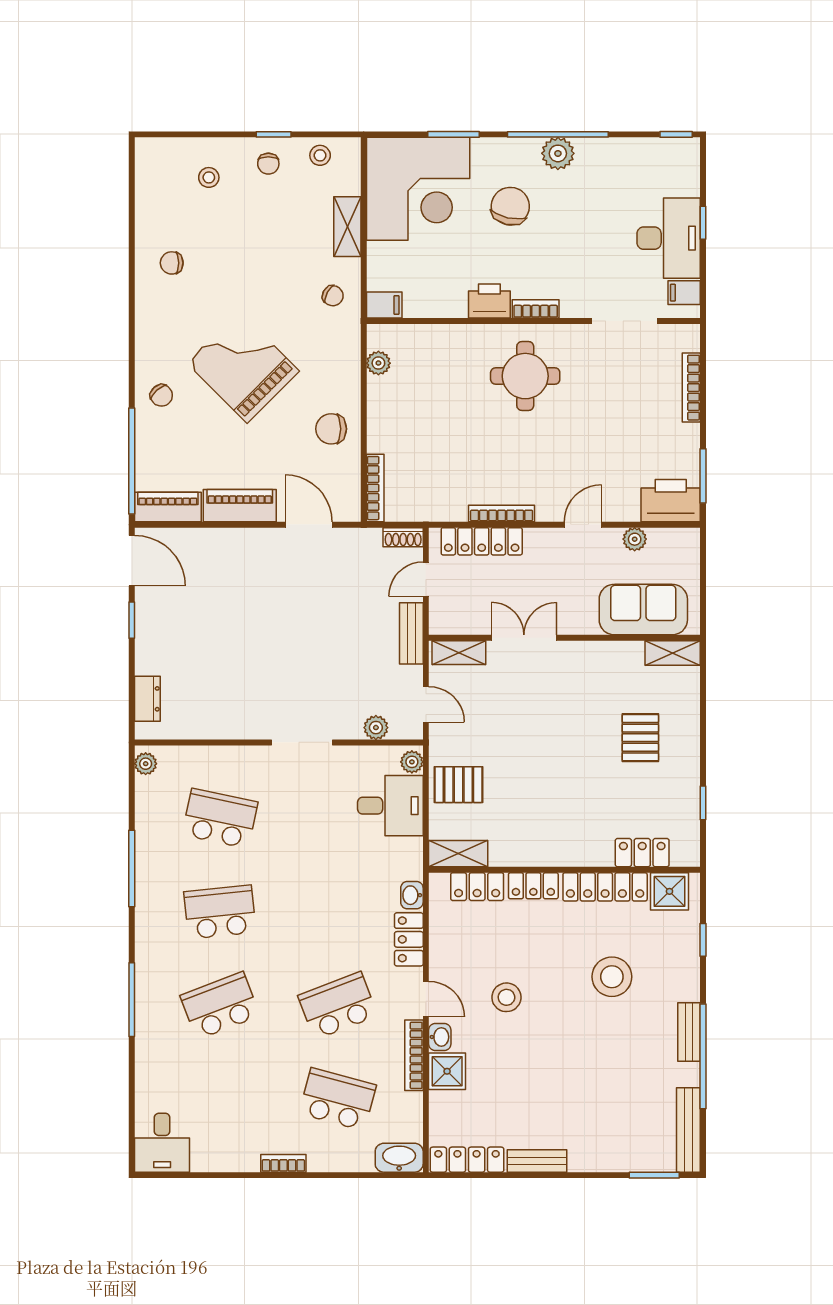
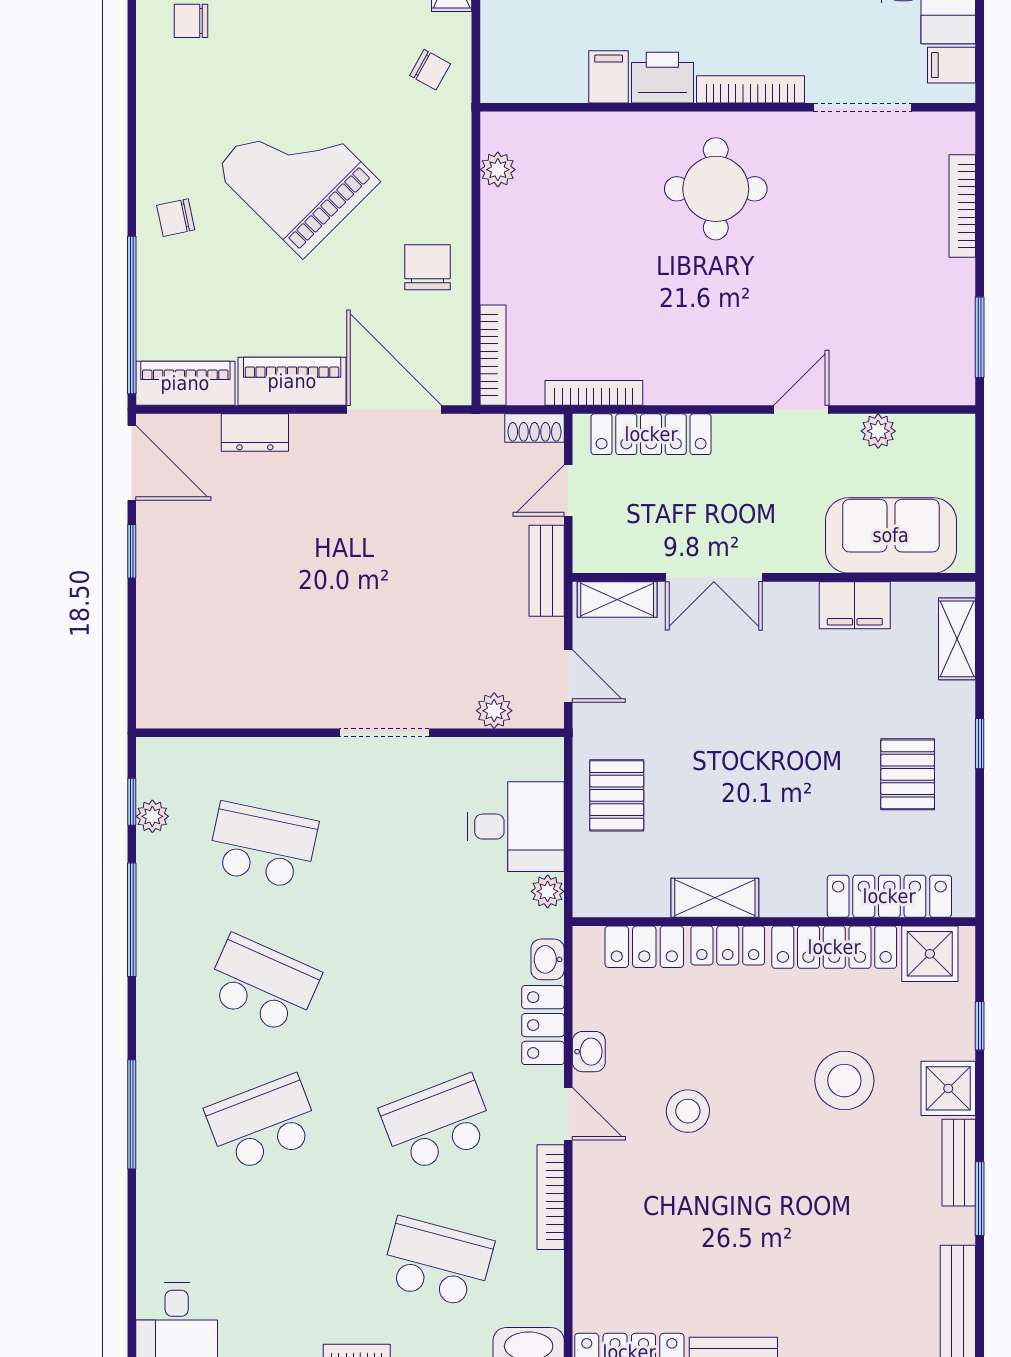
filing cabinet: (384, 305) -> (609, 77), moved, turned -90
bookcase: (536, 309) -> (750, 89), width x1.56
chair: (161, 395) -> (176, 218), turned 120
chair: (331, 429) -> (428, 267), turned 90
printer: (671, 501) -> (932, 374), removed
bookcase: (502, 513) -> (594, 393), moved
door: (309, 525) -> (394, 410), width x1.36
double door: (524, 638) -> (714, 577), swing flipped
shelving: (673, 653) -> (957, 639), moved, turned 90
filing cabinet: (619, 657) -> (855, 605), added
dresser: (147, 699) -> (255, 433), moved, turned 90
pallet: (640, 738) -> (908, 774), moved
plant: (412, 762) -> (548, 891), moved
plant: (146, 764) -> (152, 816), moved
pallet: (458, 785) -> (617, 795), turned 90
window: (132, 789) -> (132, 802), added
window: (703, 803) -> (980, 744), moved
locker: (642, 853) -> (889, 896), width x1.53
shelving: (458, 854) -> (715, 898), moved
school desk: (220, 912) -> (263, 984), turned 30
washbasin: (440, 1037) -> (589, 1052), moved
window: (703, 1056) -> (980, 1199), width x0.47
shower: (447, 1071) -> (948, 1088), moved

